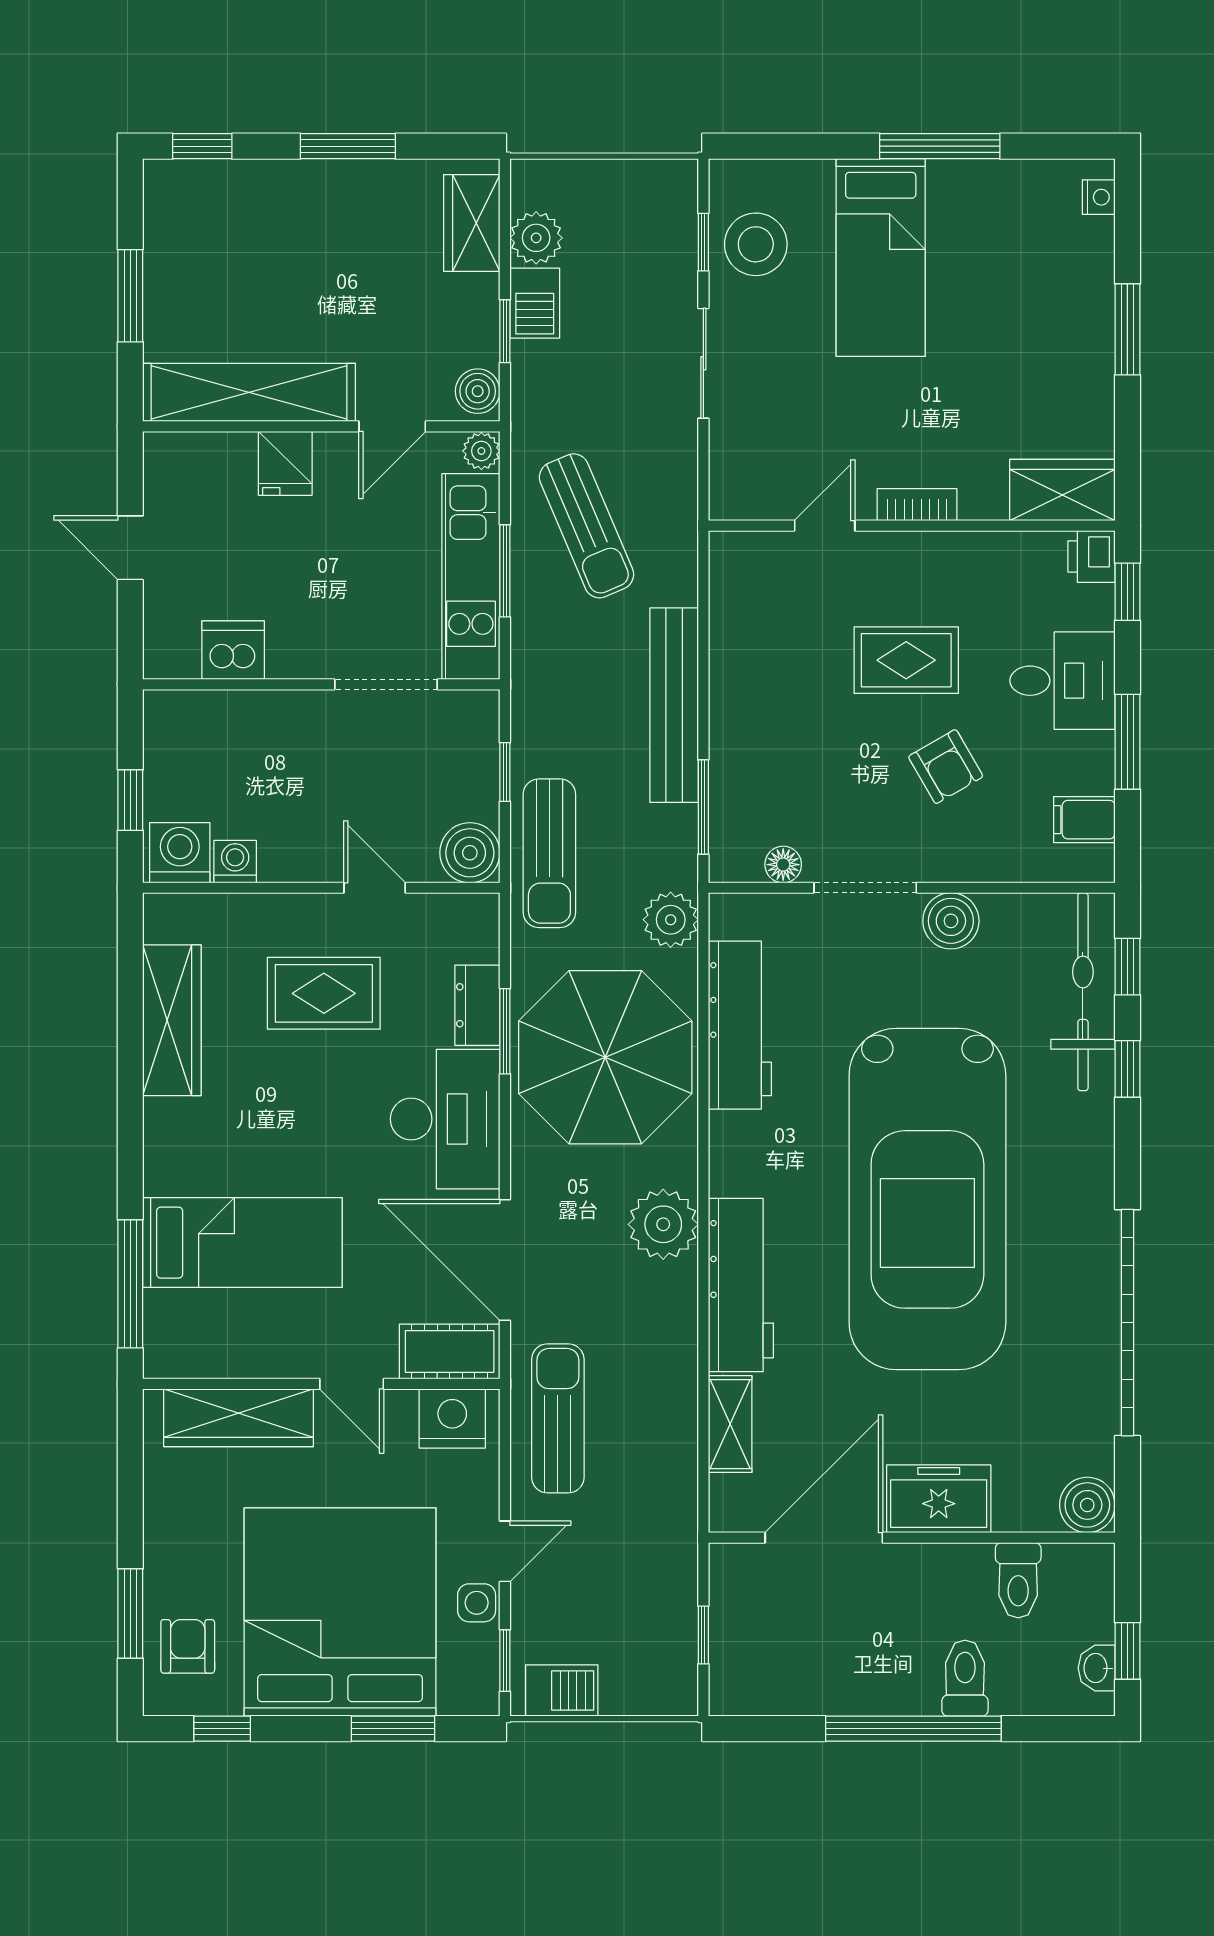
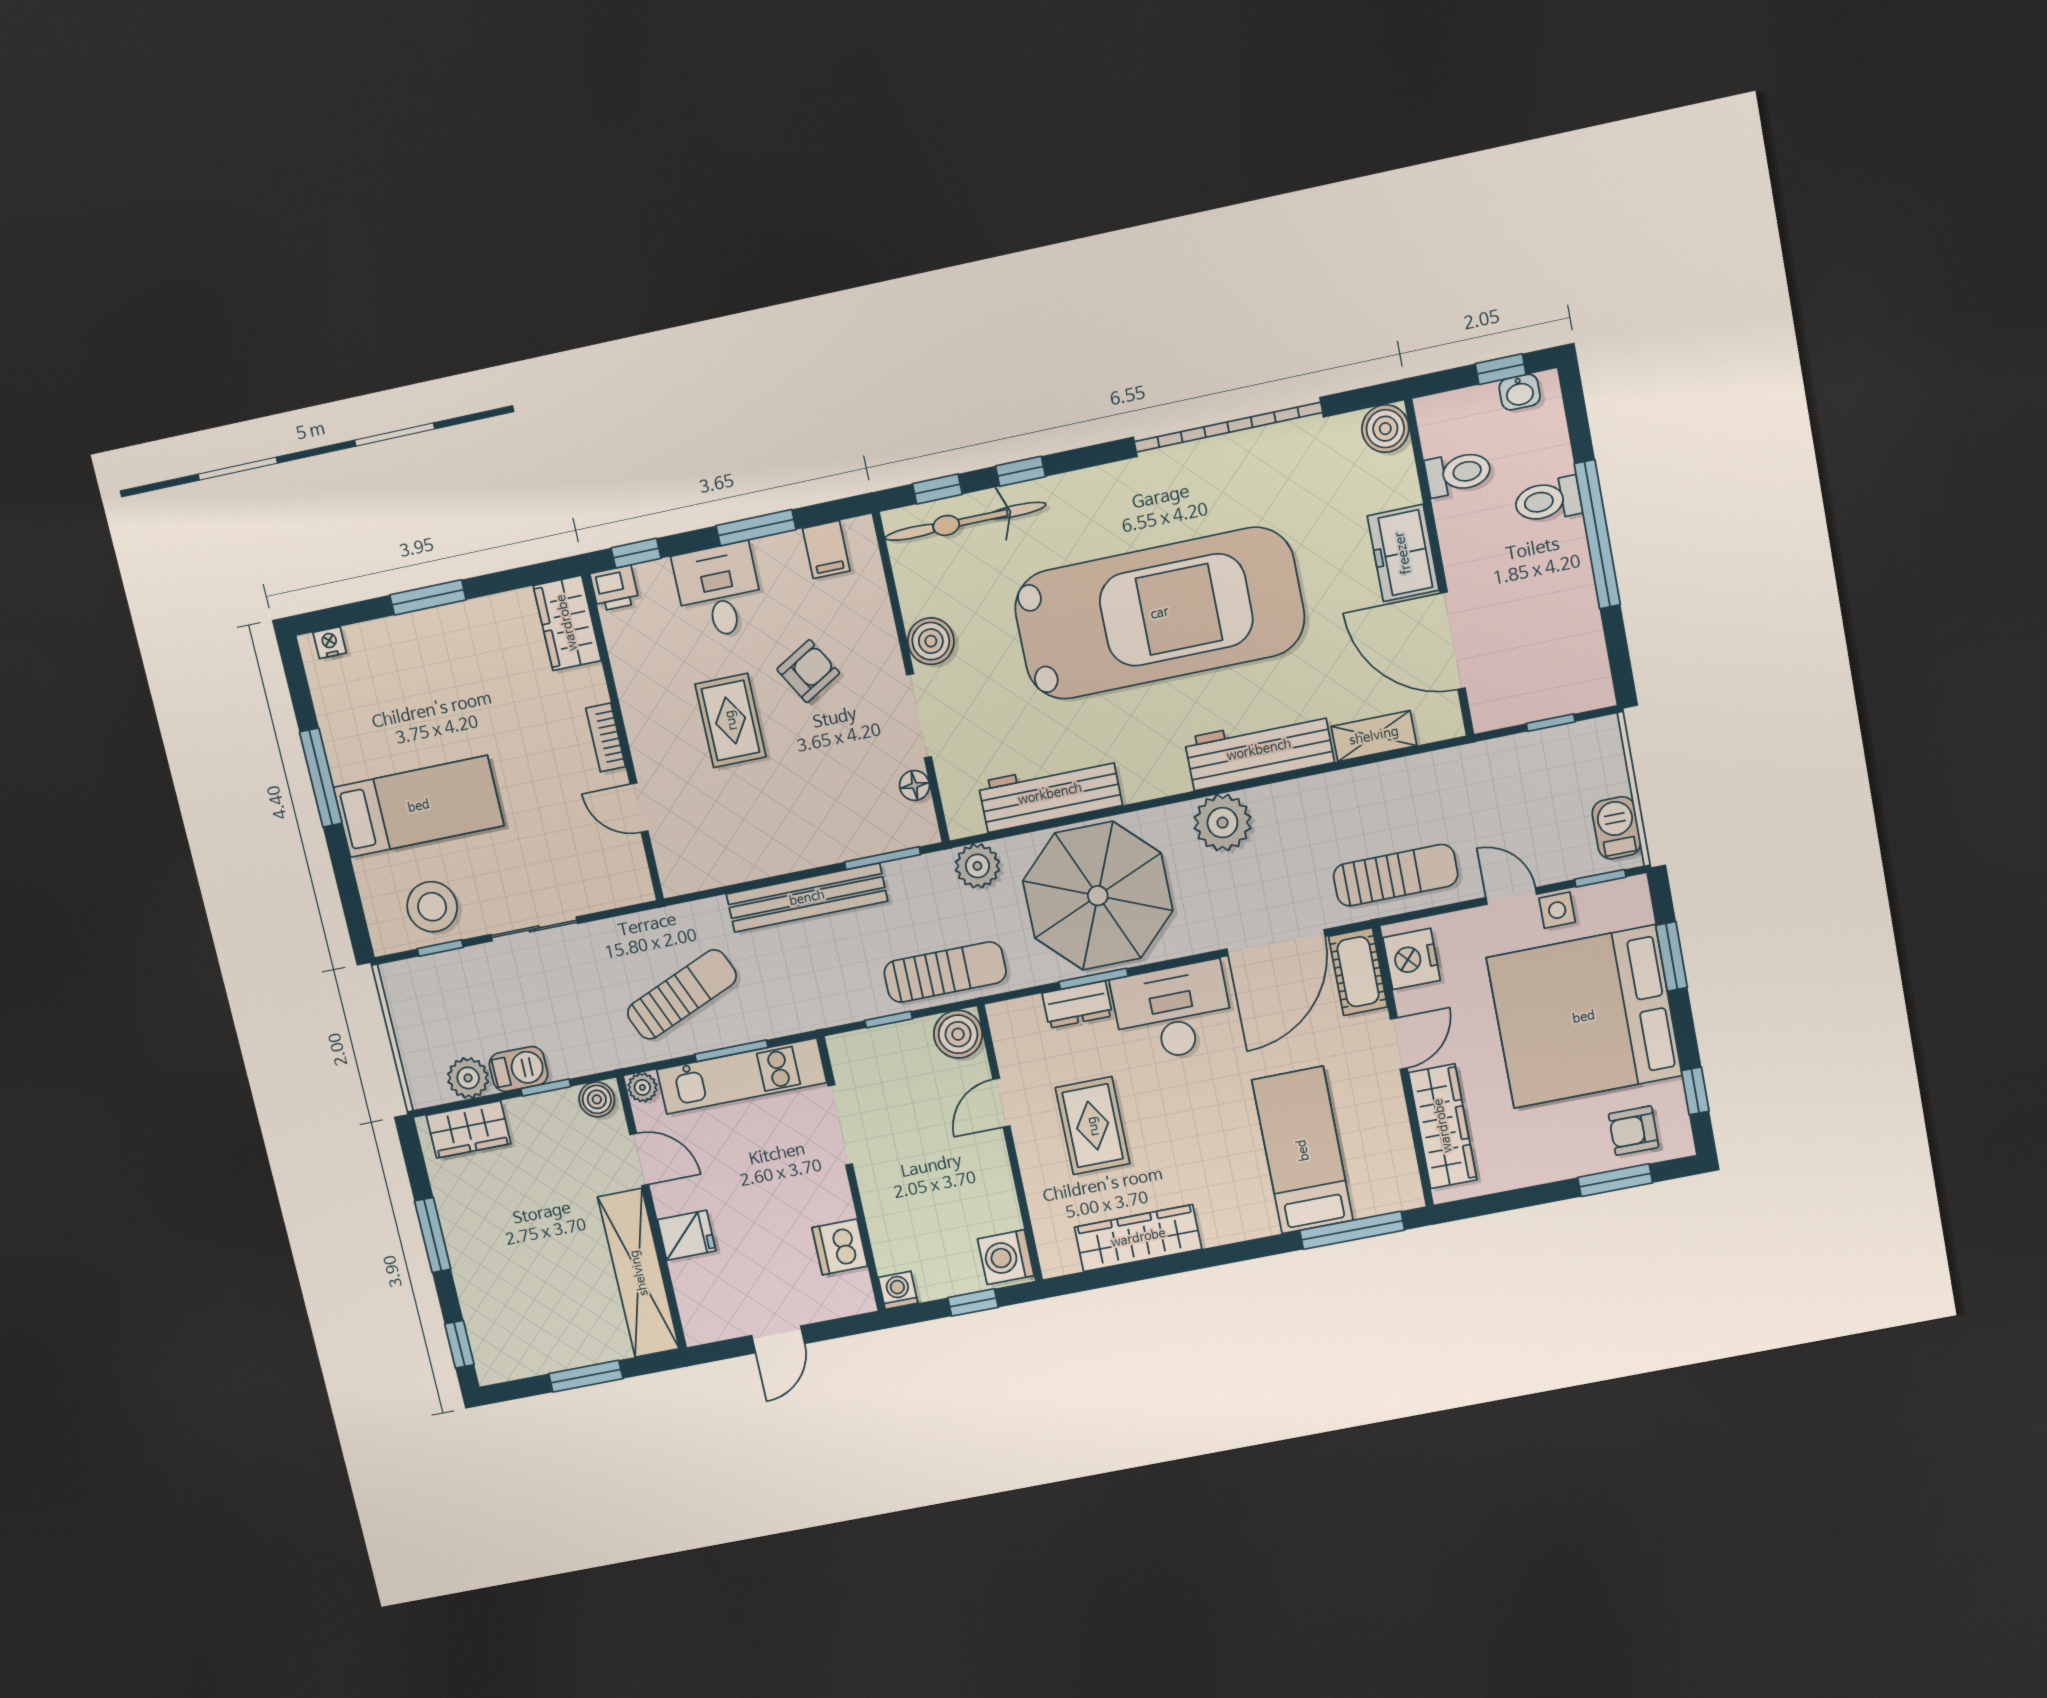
washing machine: (235, 862) -> (898, 1290), moved, turned 90
sun lounger: (558, 1418) -> (1396, 875), turned 180

